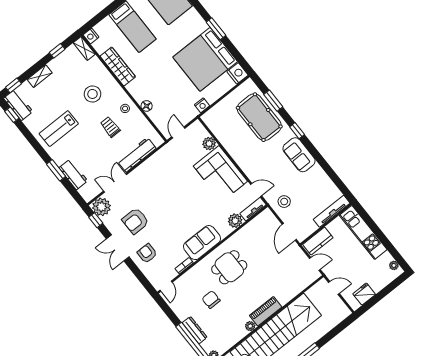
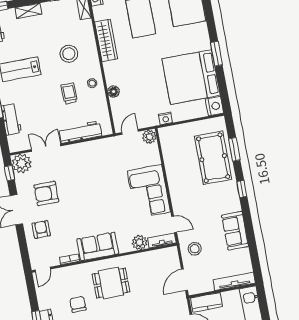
plant: (209, 144) -> (149, 137), moved
sofa: (299, 155) -> (235, 231), moved

